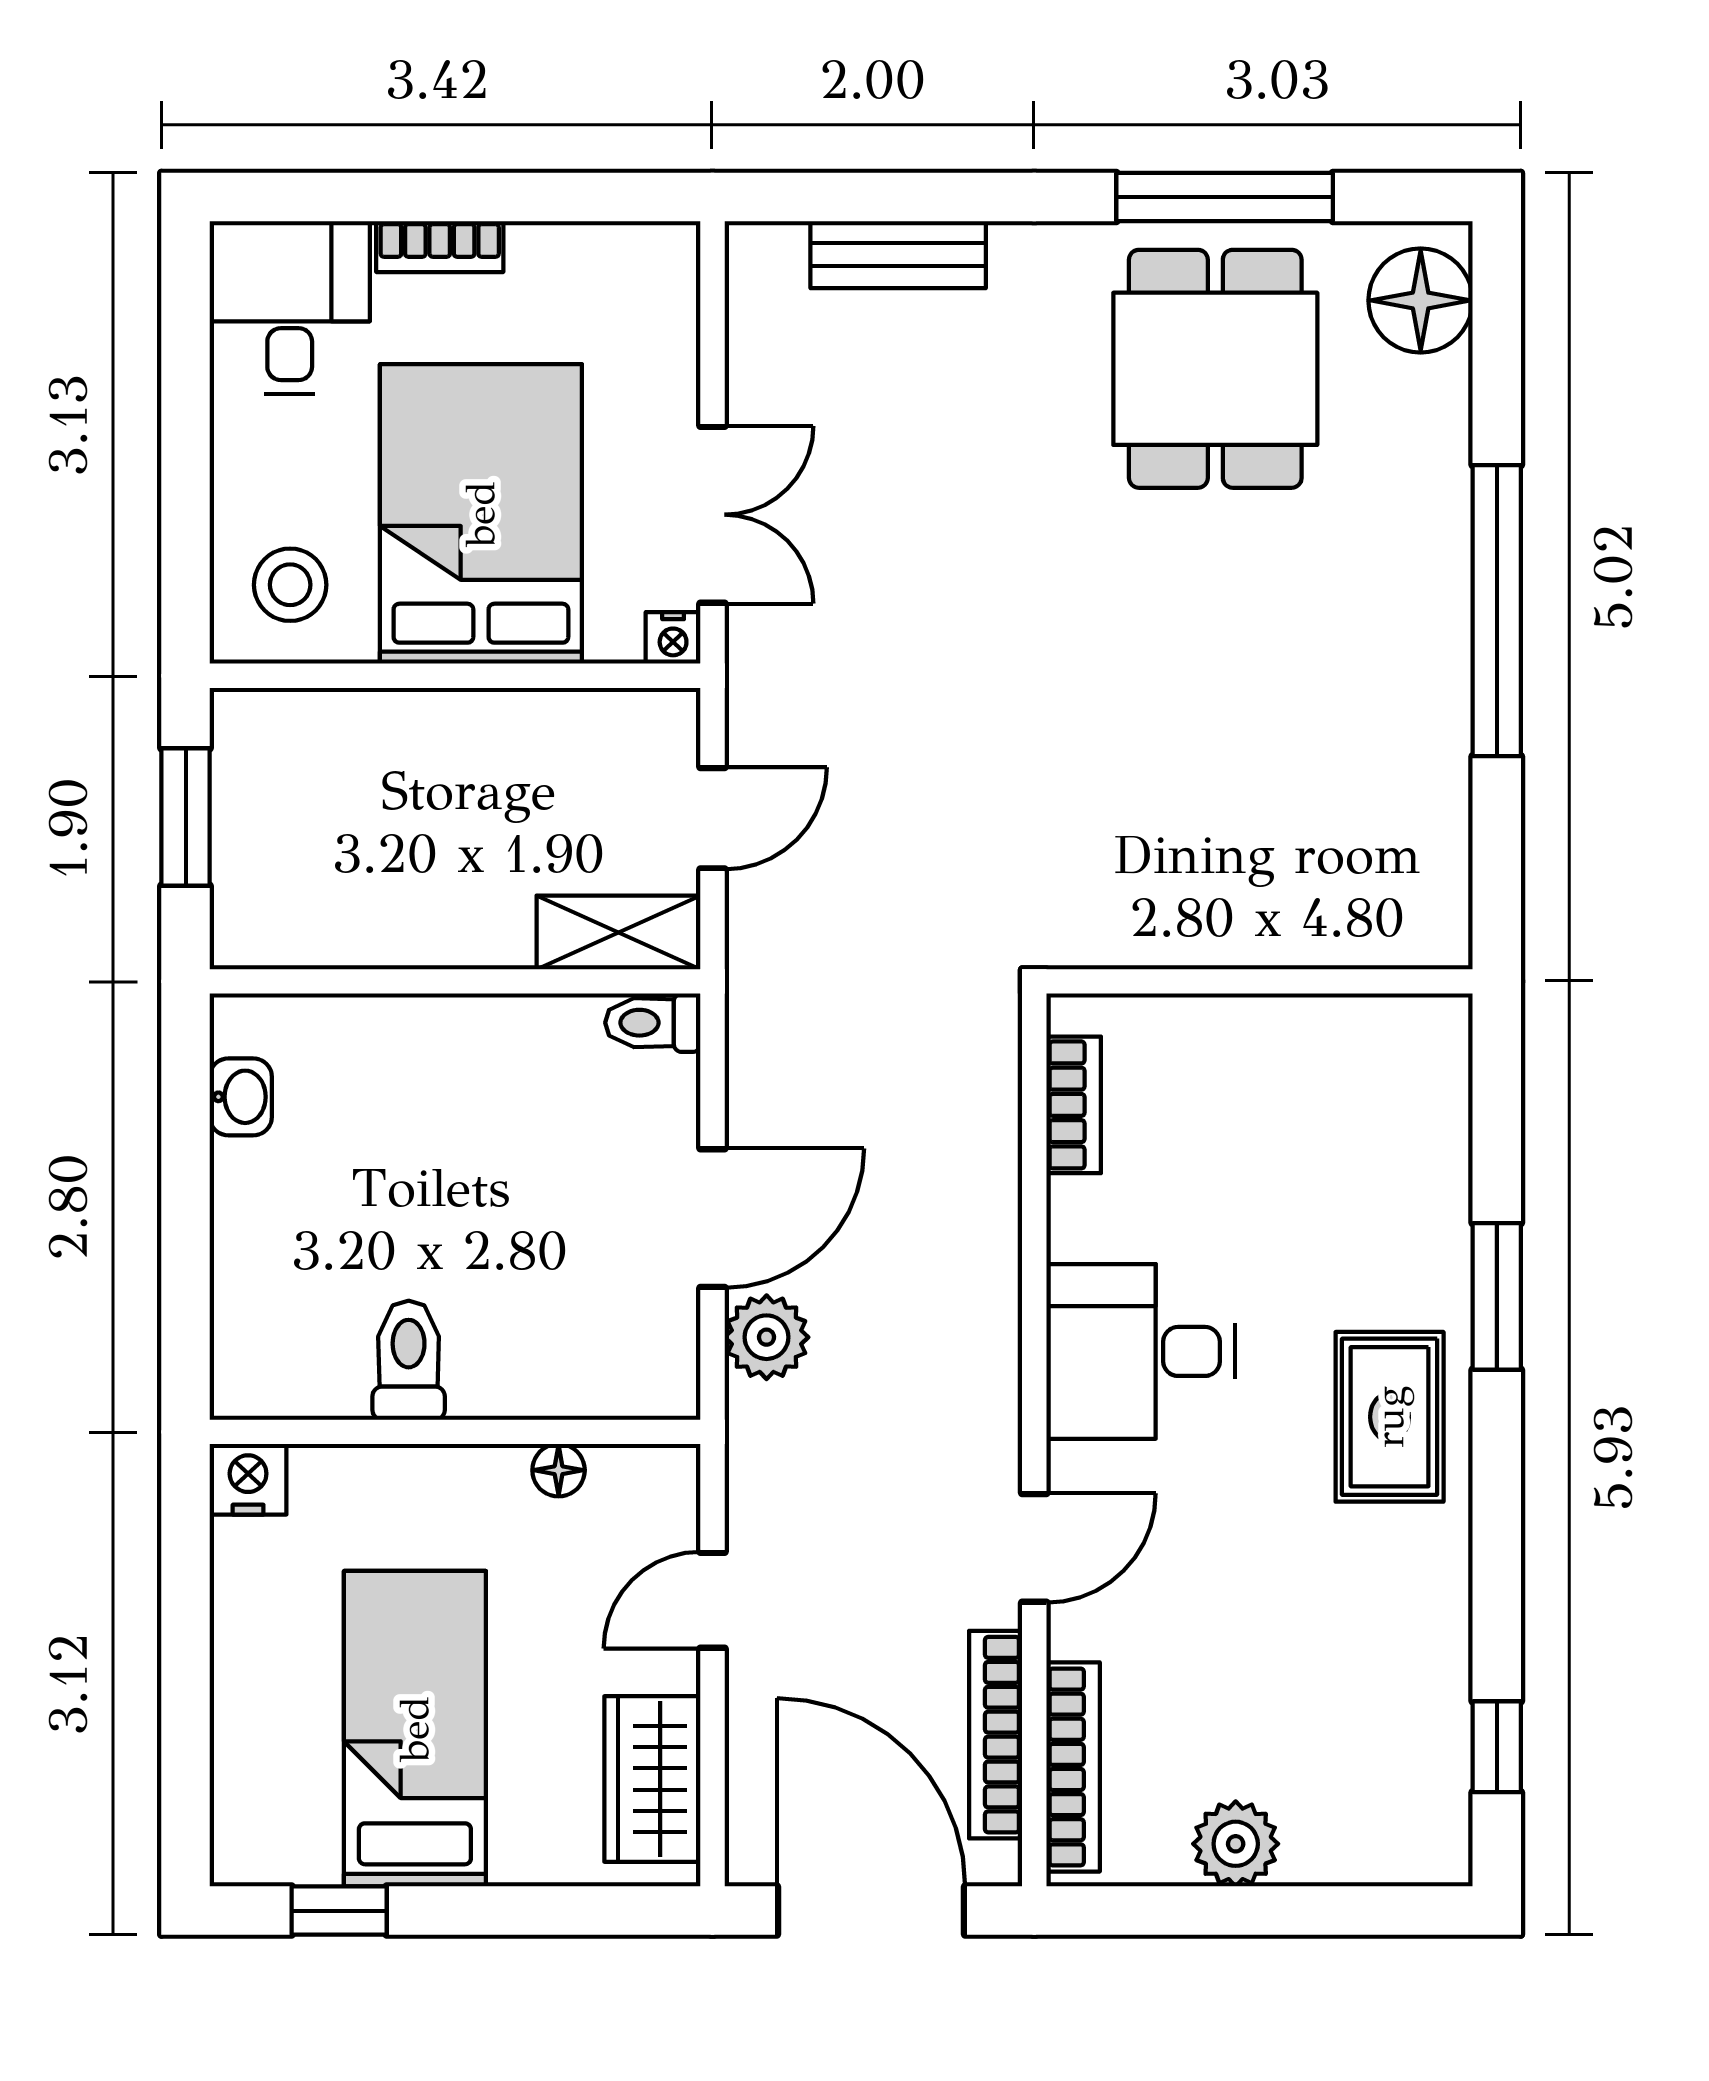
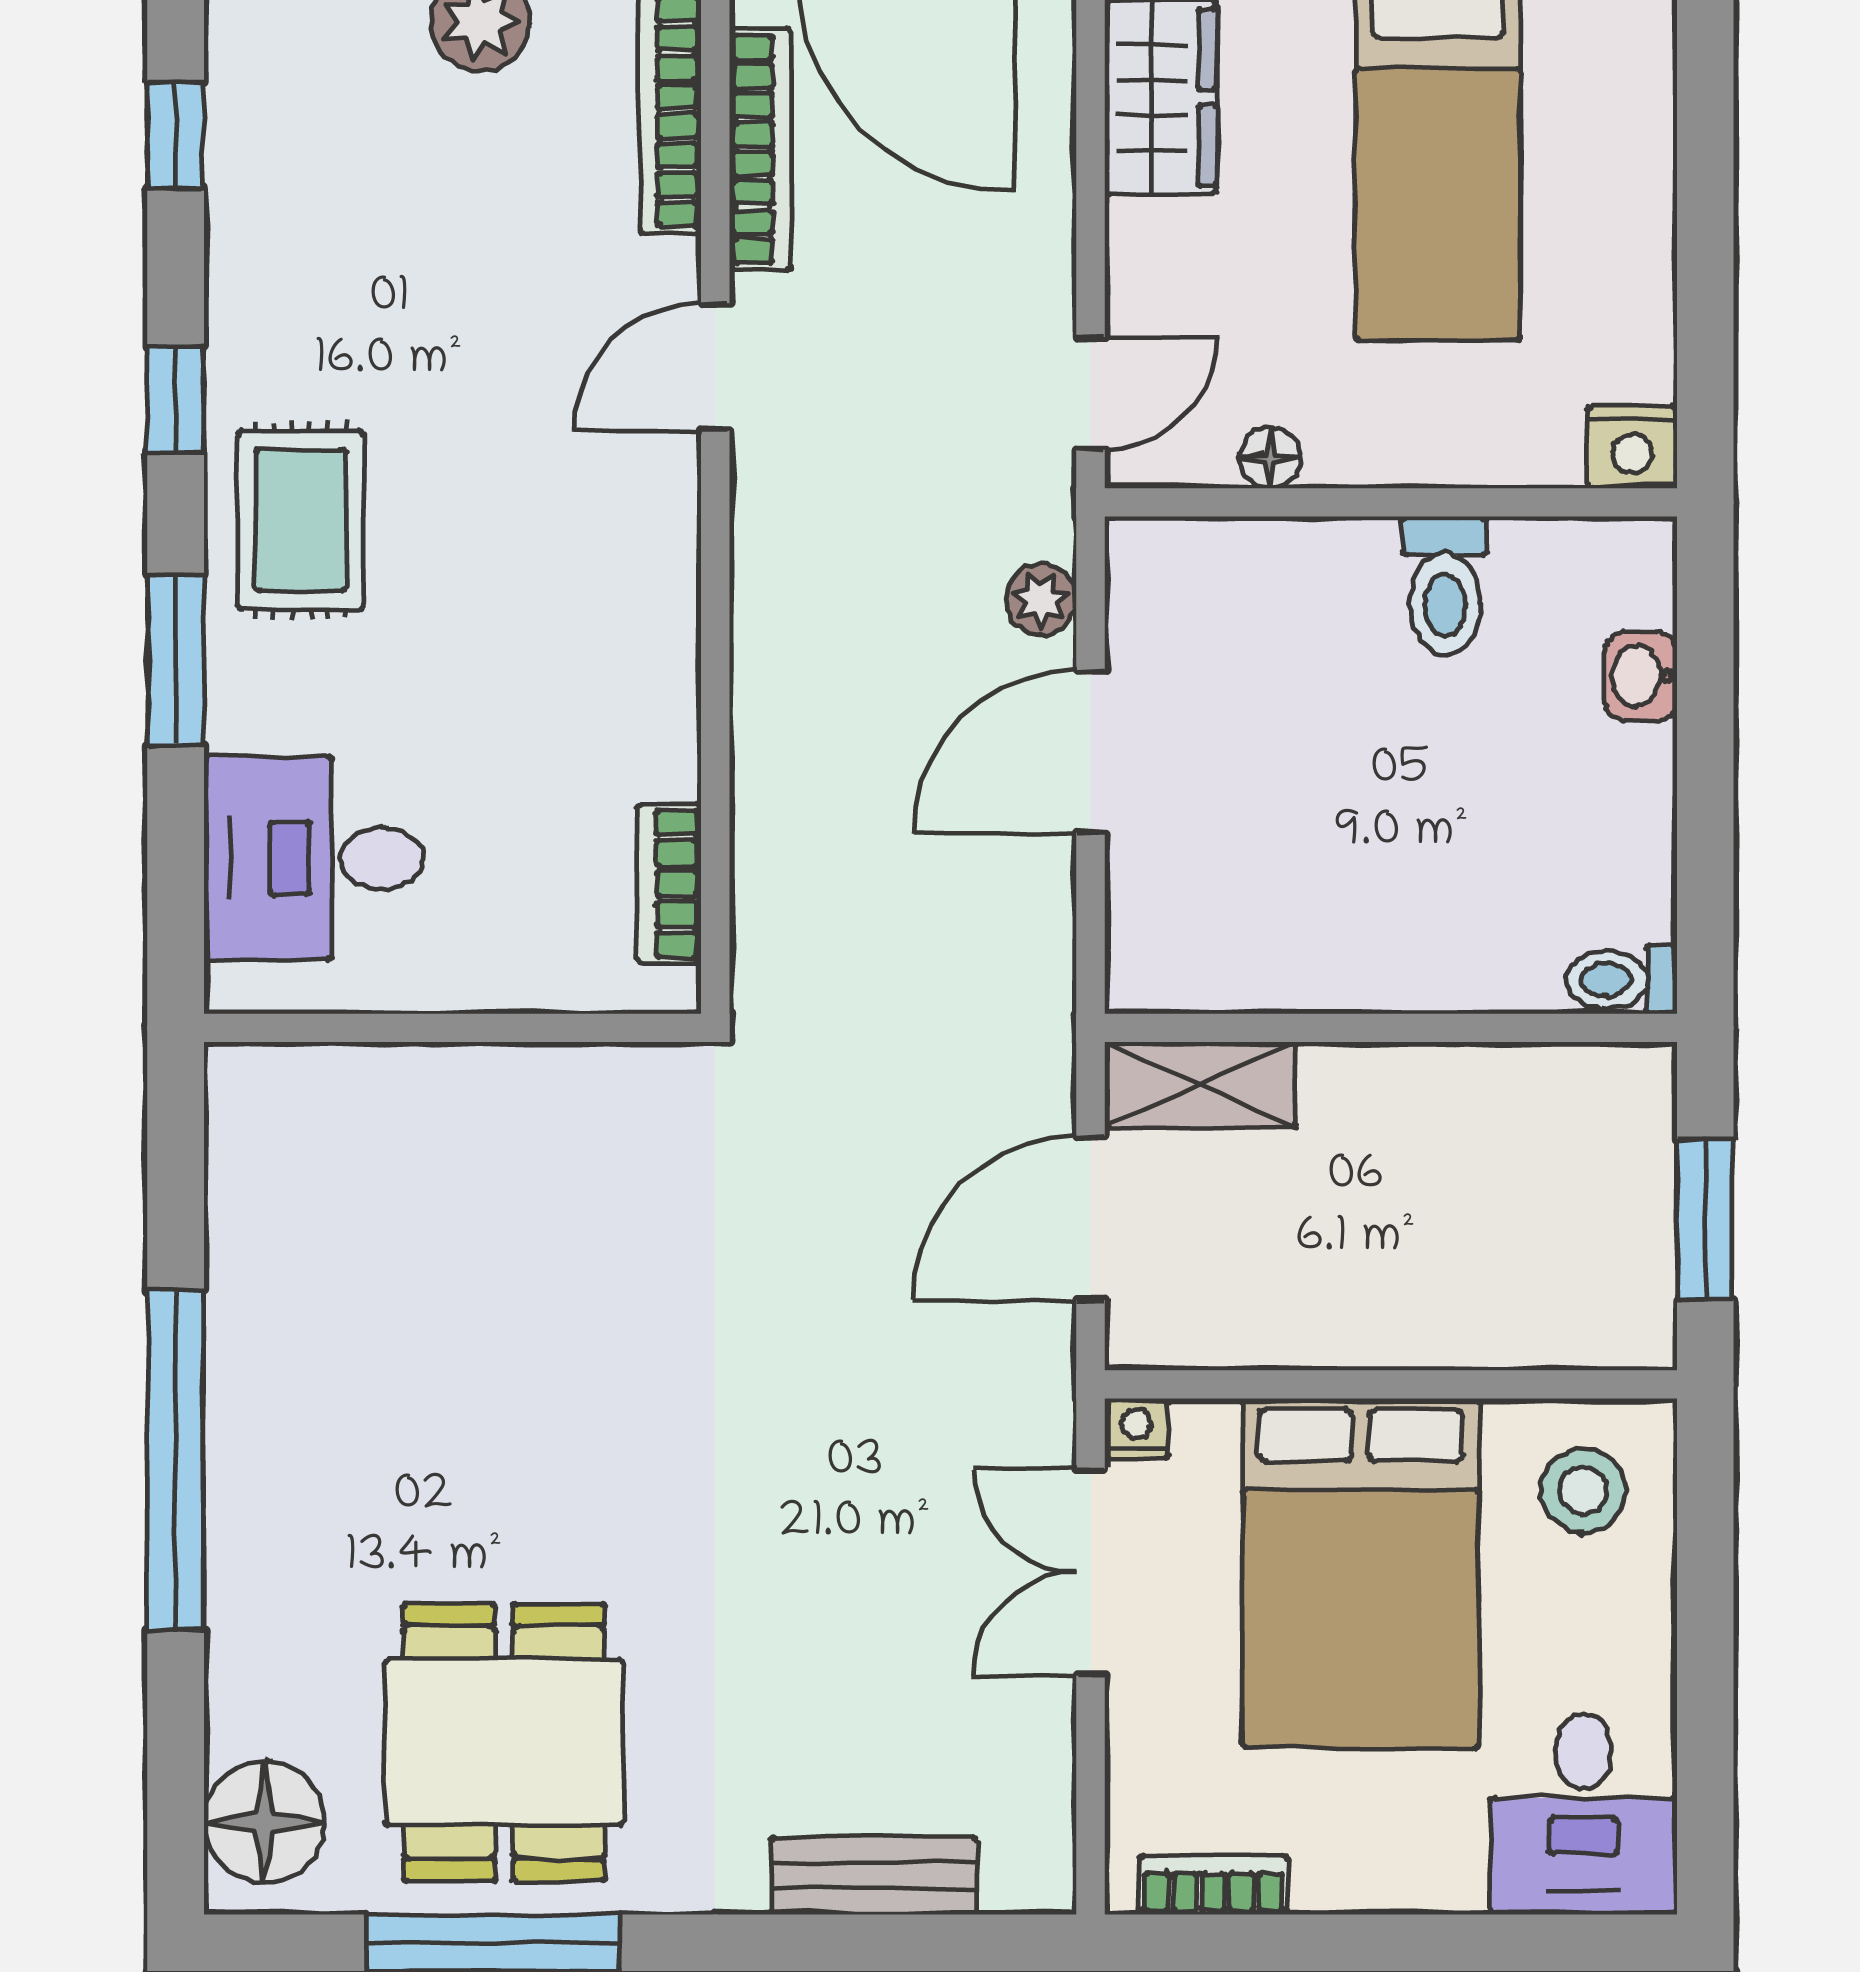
bookcase: (440, 247) -> (1213, 1885), moved
door: (712, 818) -> (1091, 1218), width x1.38
toilet: (653, 1023) -> (1622, 980), moved, turned 180
washbasin: (241, 1097) -> (1641, 676), moved
plant: (767, 1337) -> (1041, 599), width x0.73, depth x0.73
desk: (1141, 1351) -> (314, 858), moved, turned 180
window: (1497, 1520) -> (176, 399), added
door: (712, 1600) -> (1091, 393), moved

